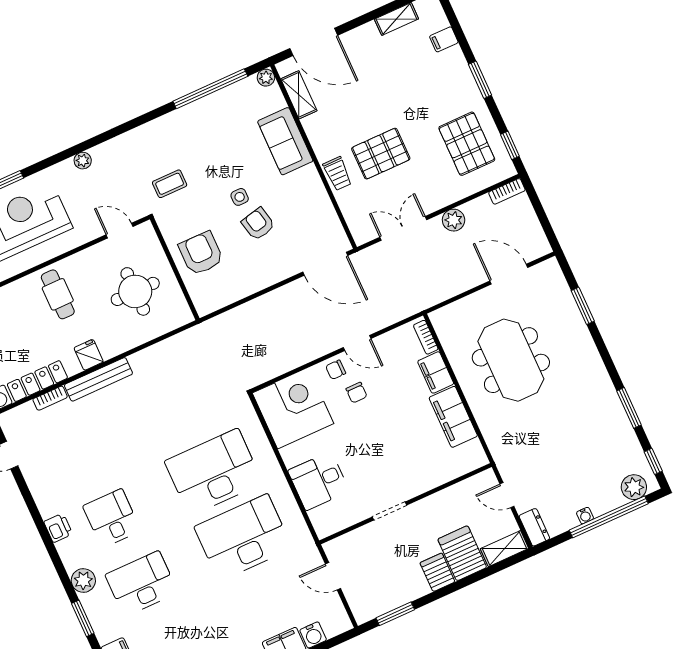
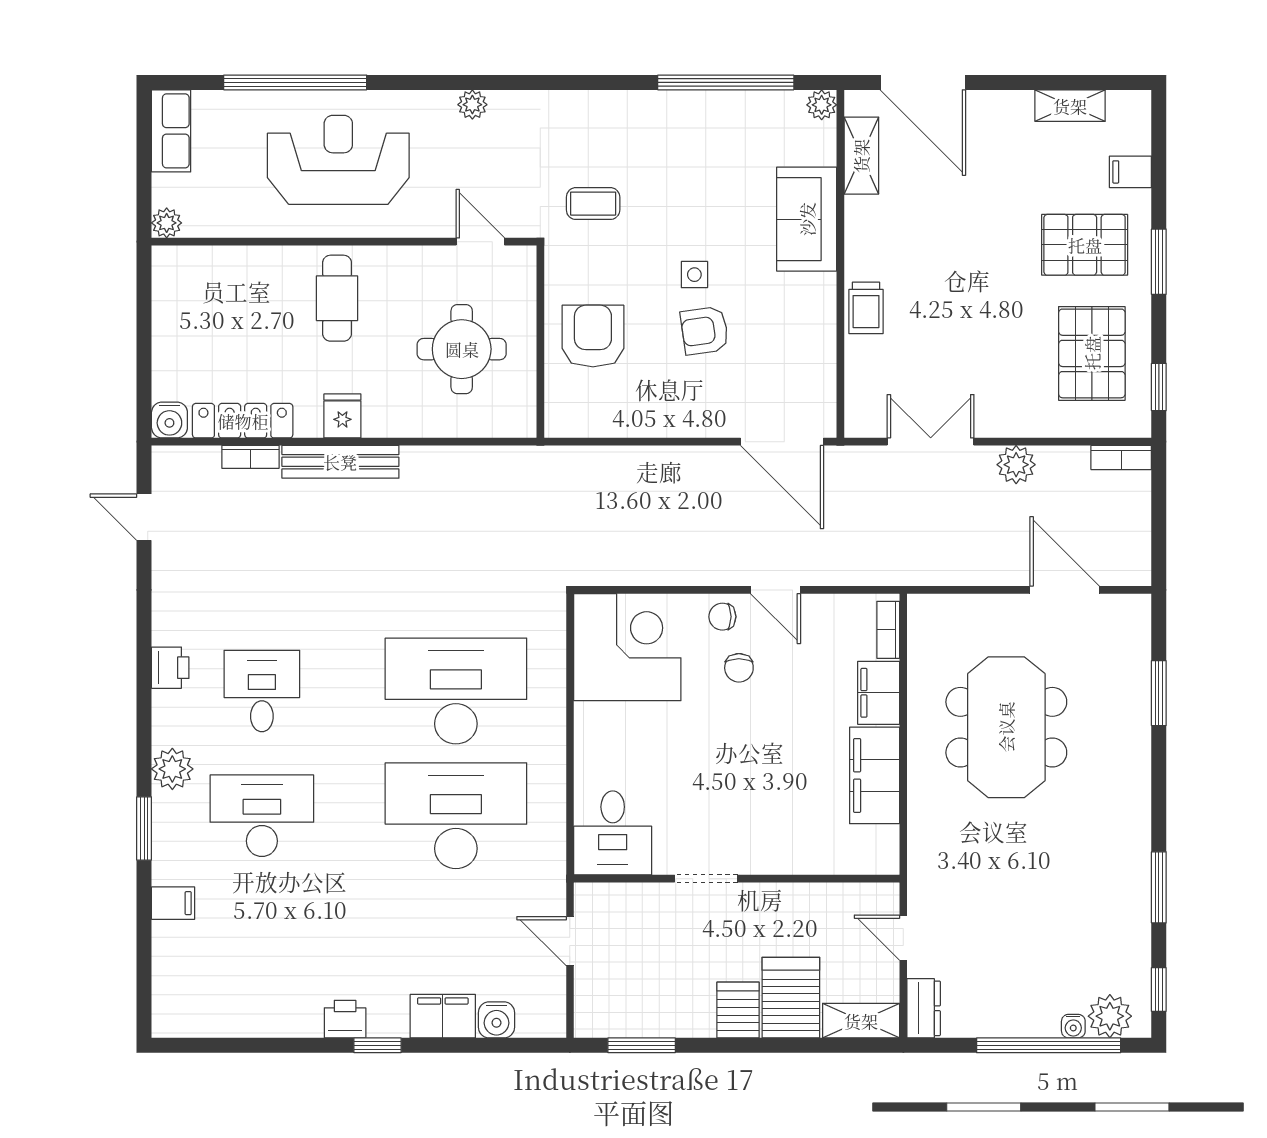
pallet: (381, 154) -> (1085, 245), moved
armchair: (258, 224) -> (705, 331), turned -85
desk: (319, 481) -> (613, 833), moved, turned -90
water cooler: (585, 516) -> (1073, 1026), moved

